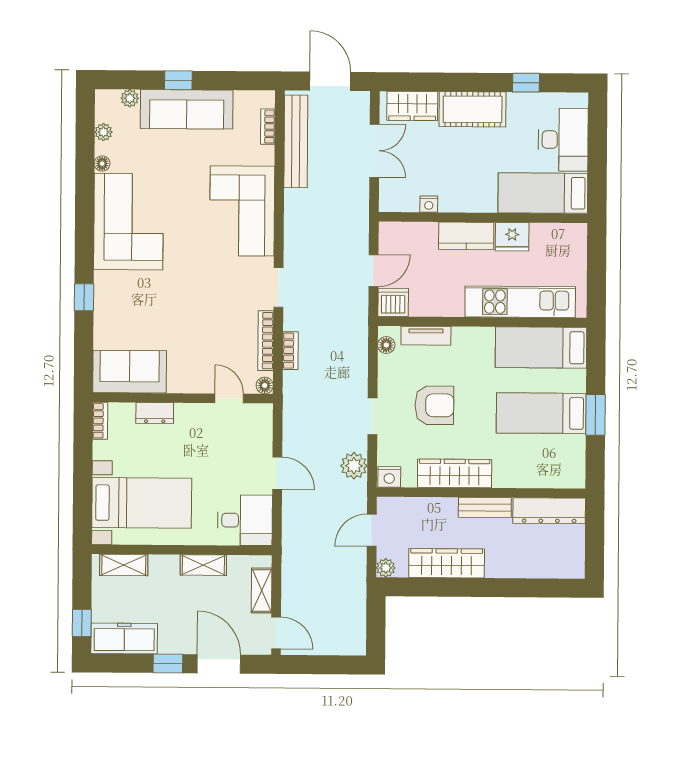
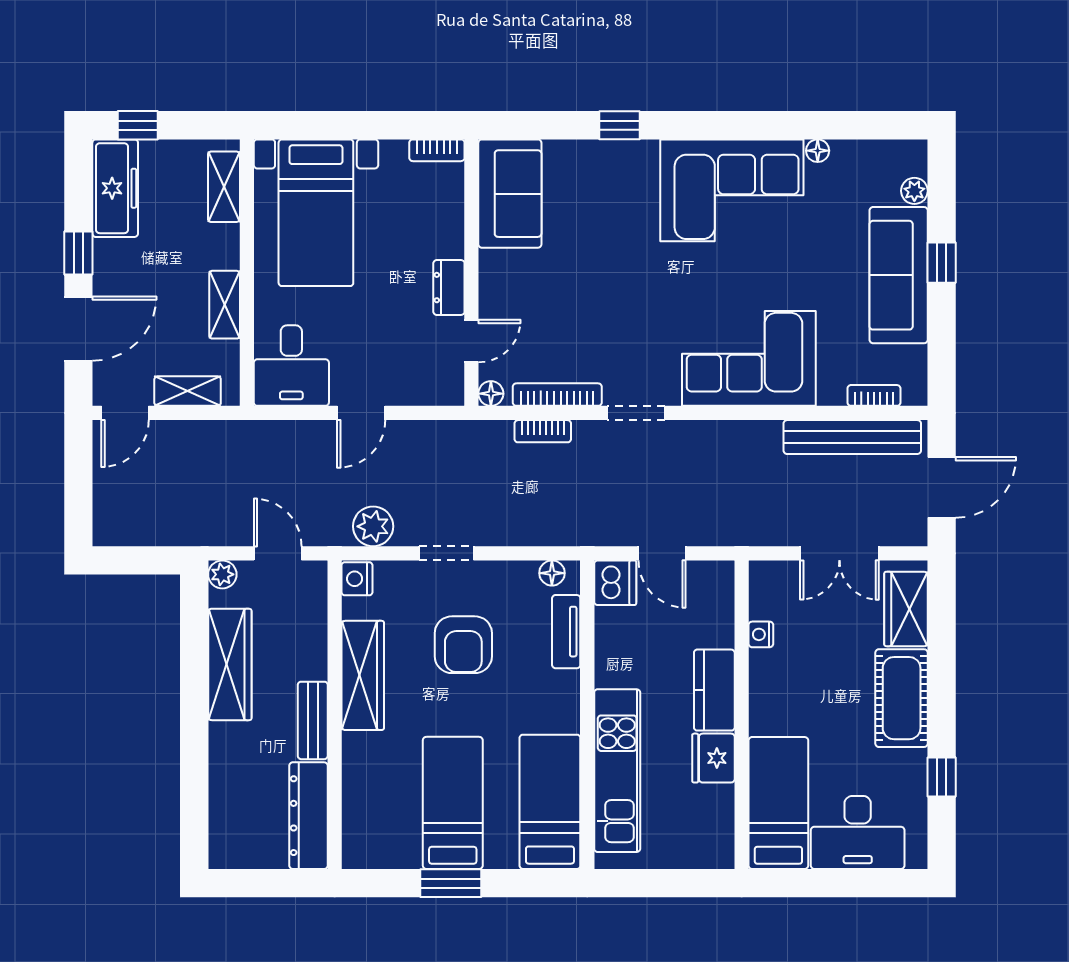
plant: (103, 132) -> (864, 152), removed
dresser: (155, 413) -> (449, 288), moved

